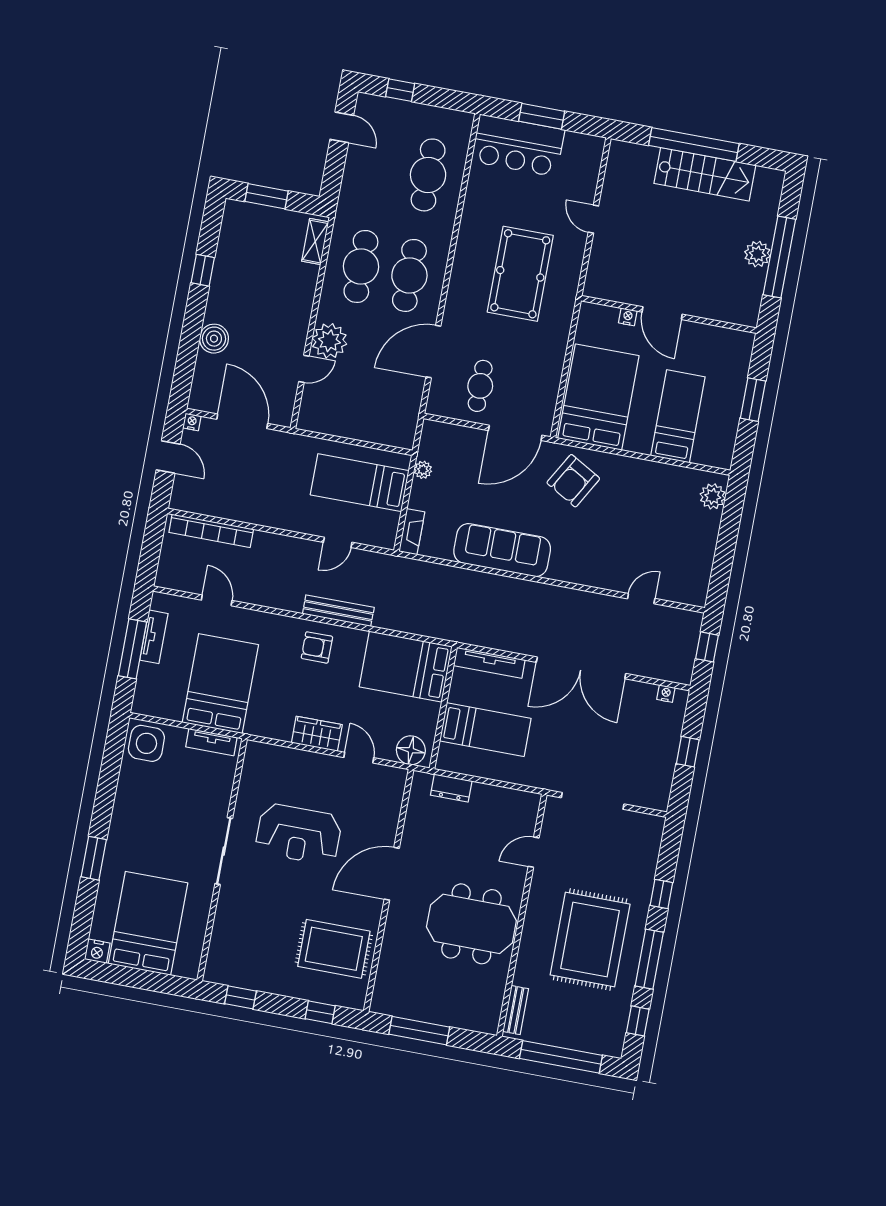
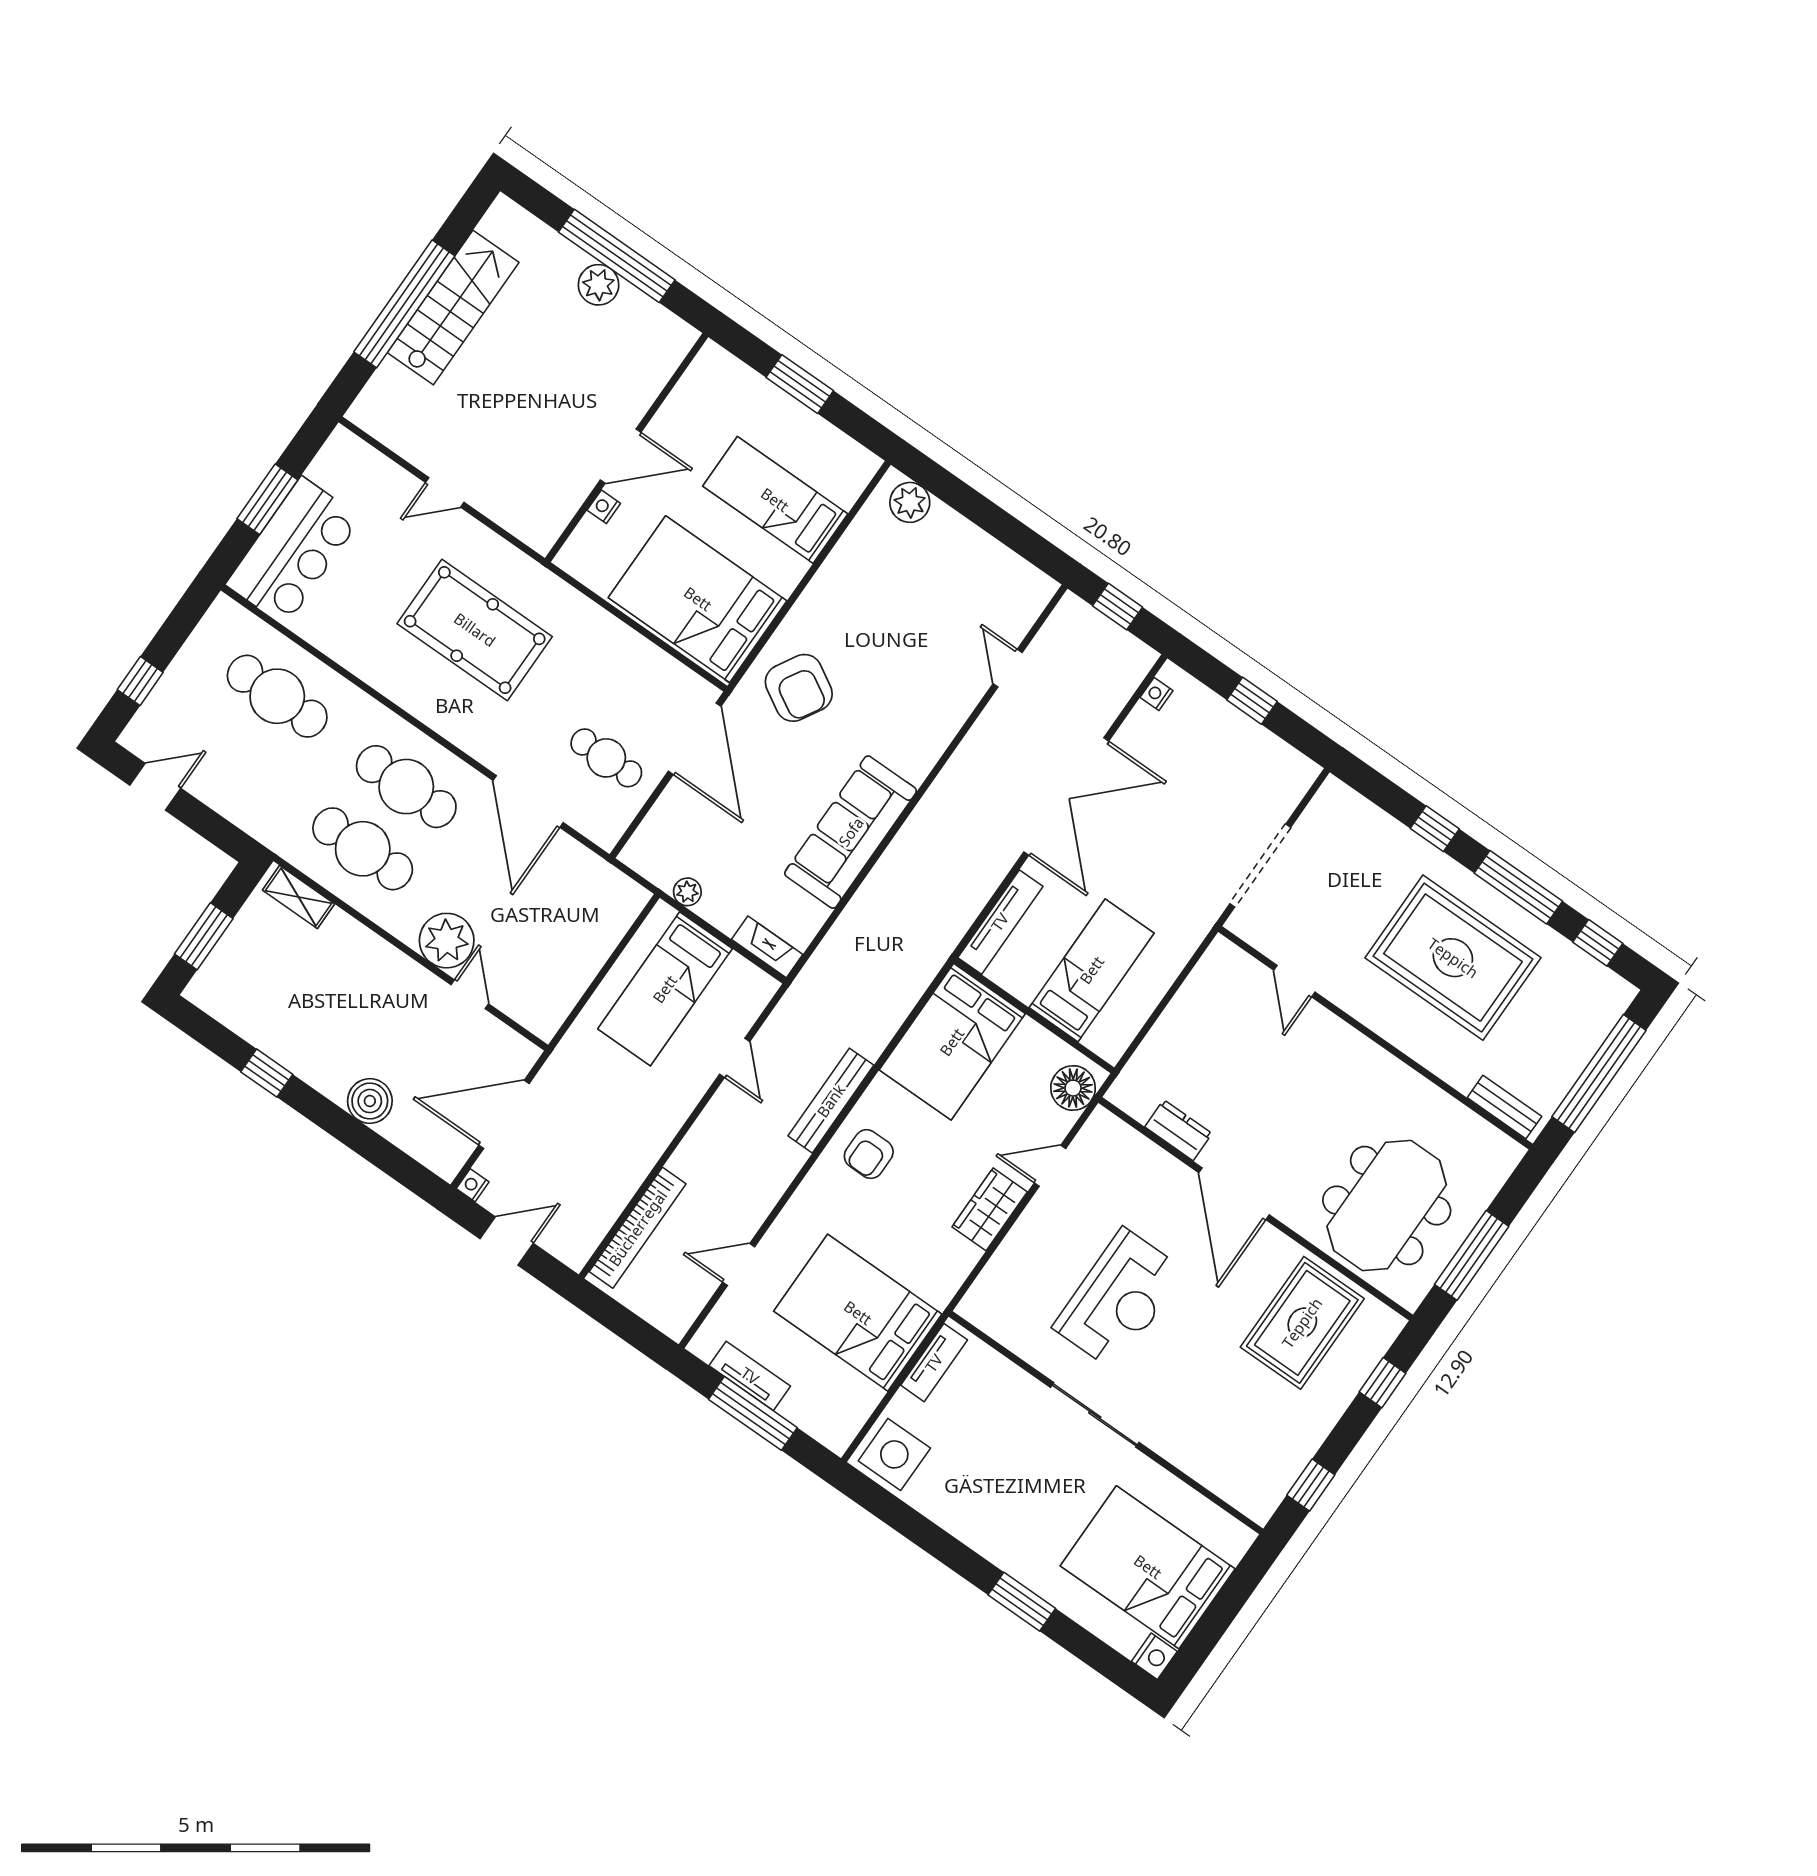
dresser: (451, 788) -> (1178, 1130), moved, turned -90
meeting table: (471, 924) -> (1387, 1206), moved

